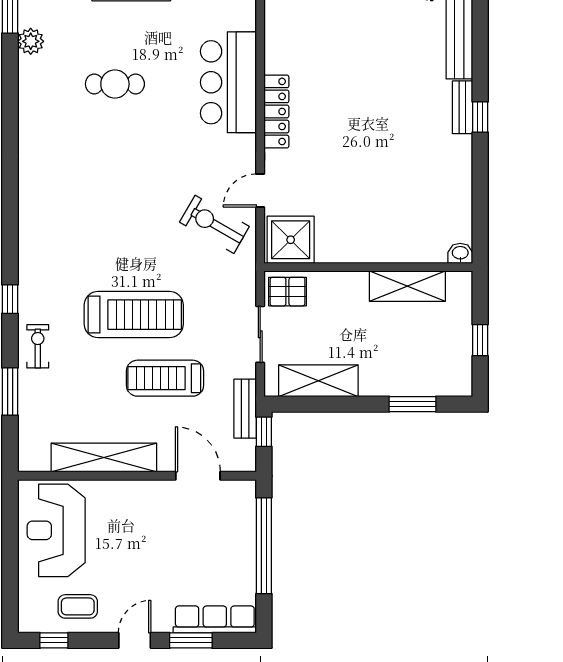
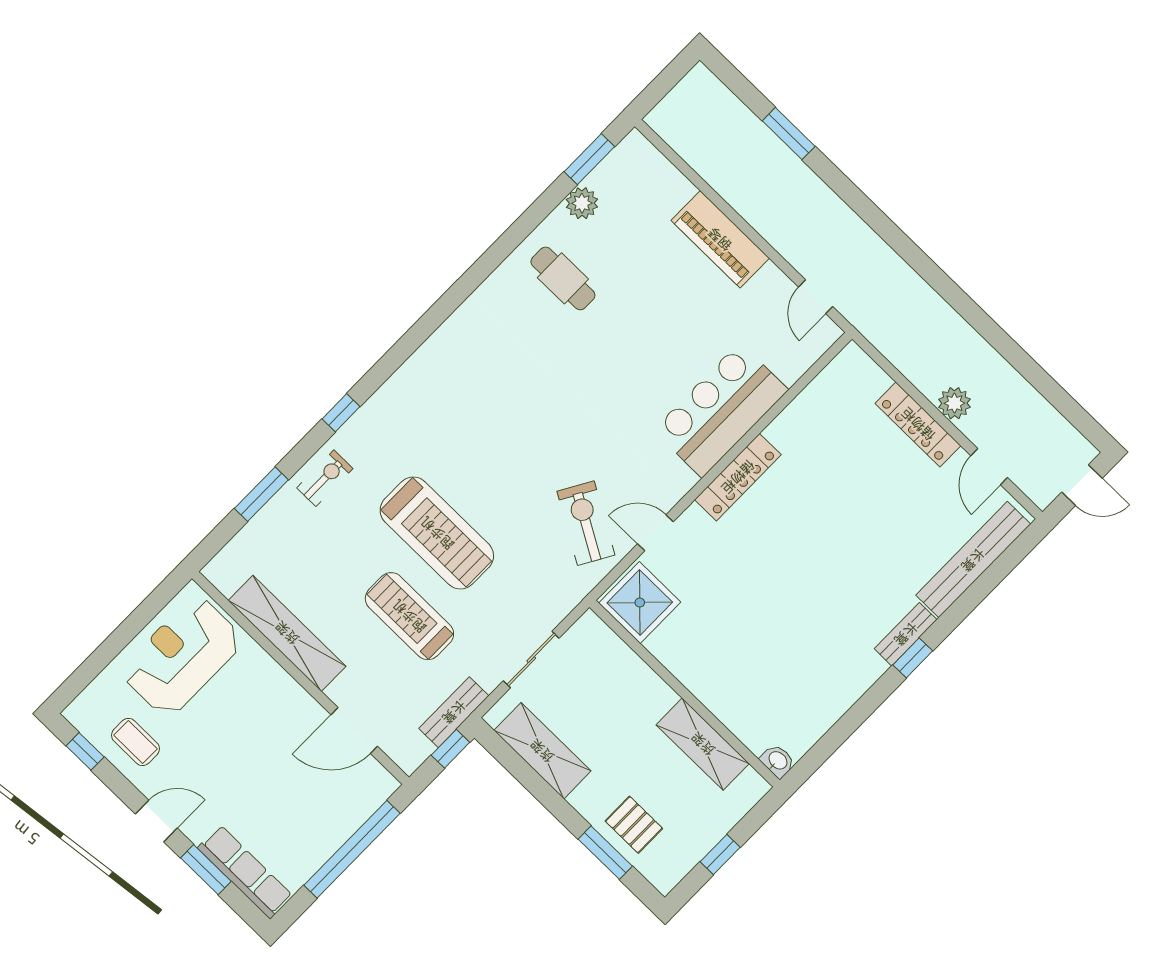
cafe table: (115, 84) -> (563, 278), moved
pallet: (287, 292) -> (634, 825), moved
door: (198, 476) -> (354, 731), swing flipped

